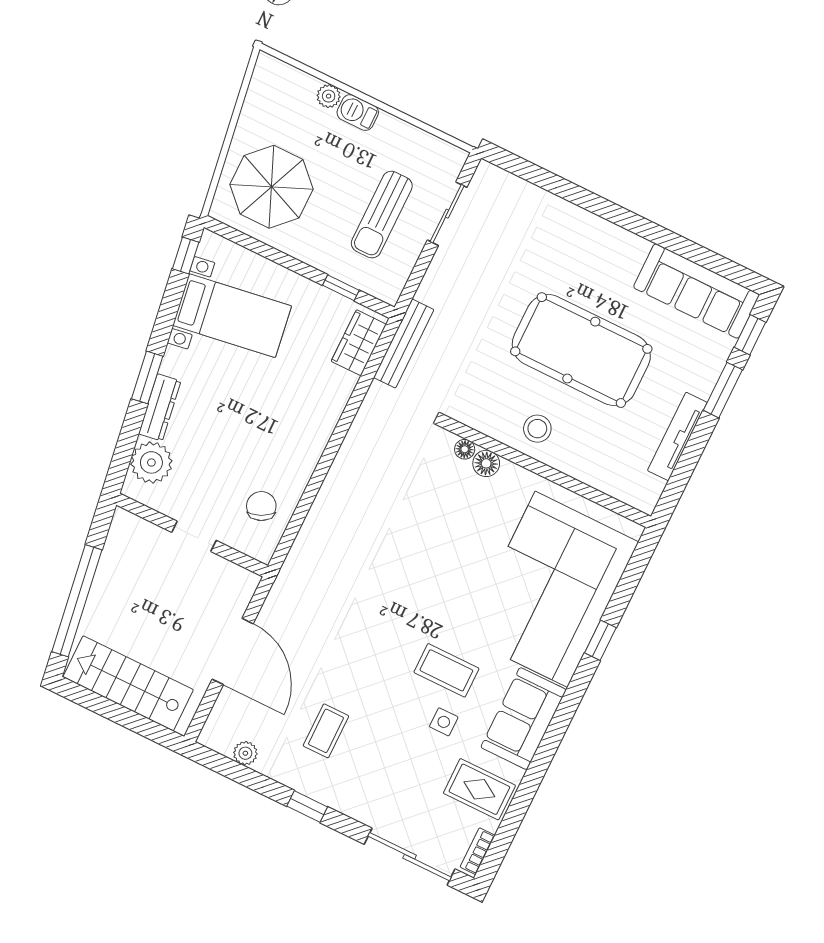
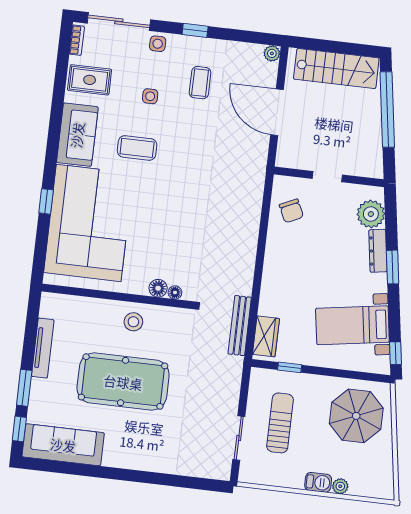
bench: (404, 344) -> (240, 326), moved
side table: (444, 722) -> (150, 96), moved
plant: (245, 753) -> (272, 53), moved
side table: (366, 806) -> (158, 44), added

